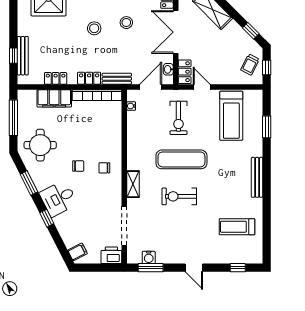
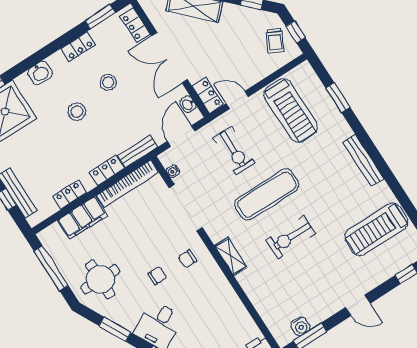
doorway: (124, 226) -> (186, 208), moved
treadmill: (237, 227) -> (376, 229), width x1.37, depth x1.38

